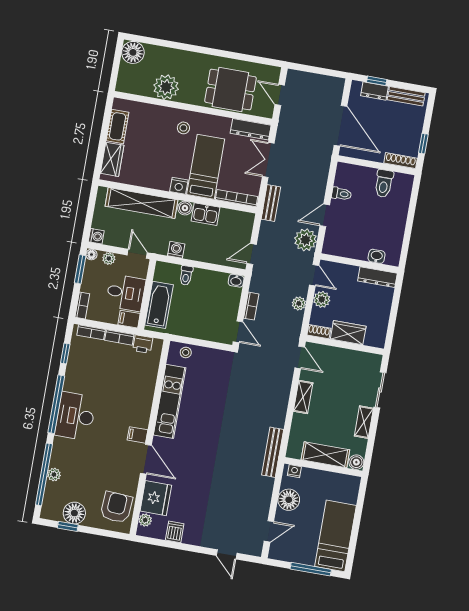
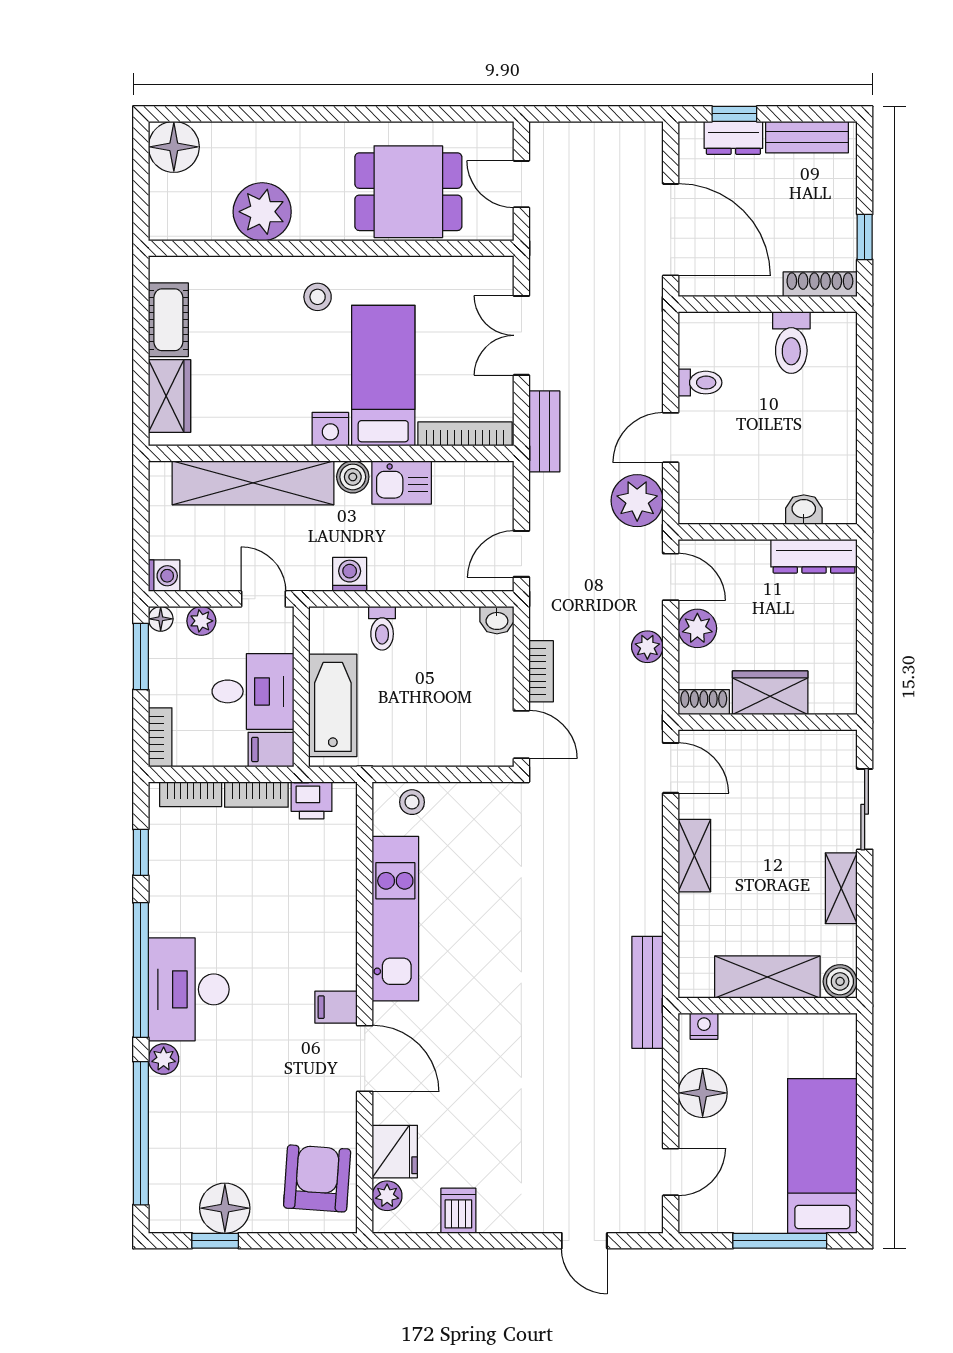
dresser: (251, 129) -> (469, 273), removed
plant: (54, 475) -> (164, 1059), moved
fridge: (156, 498) -> (395, 1152), width x0.73, depth x0.75

